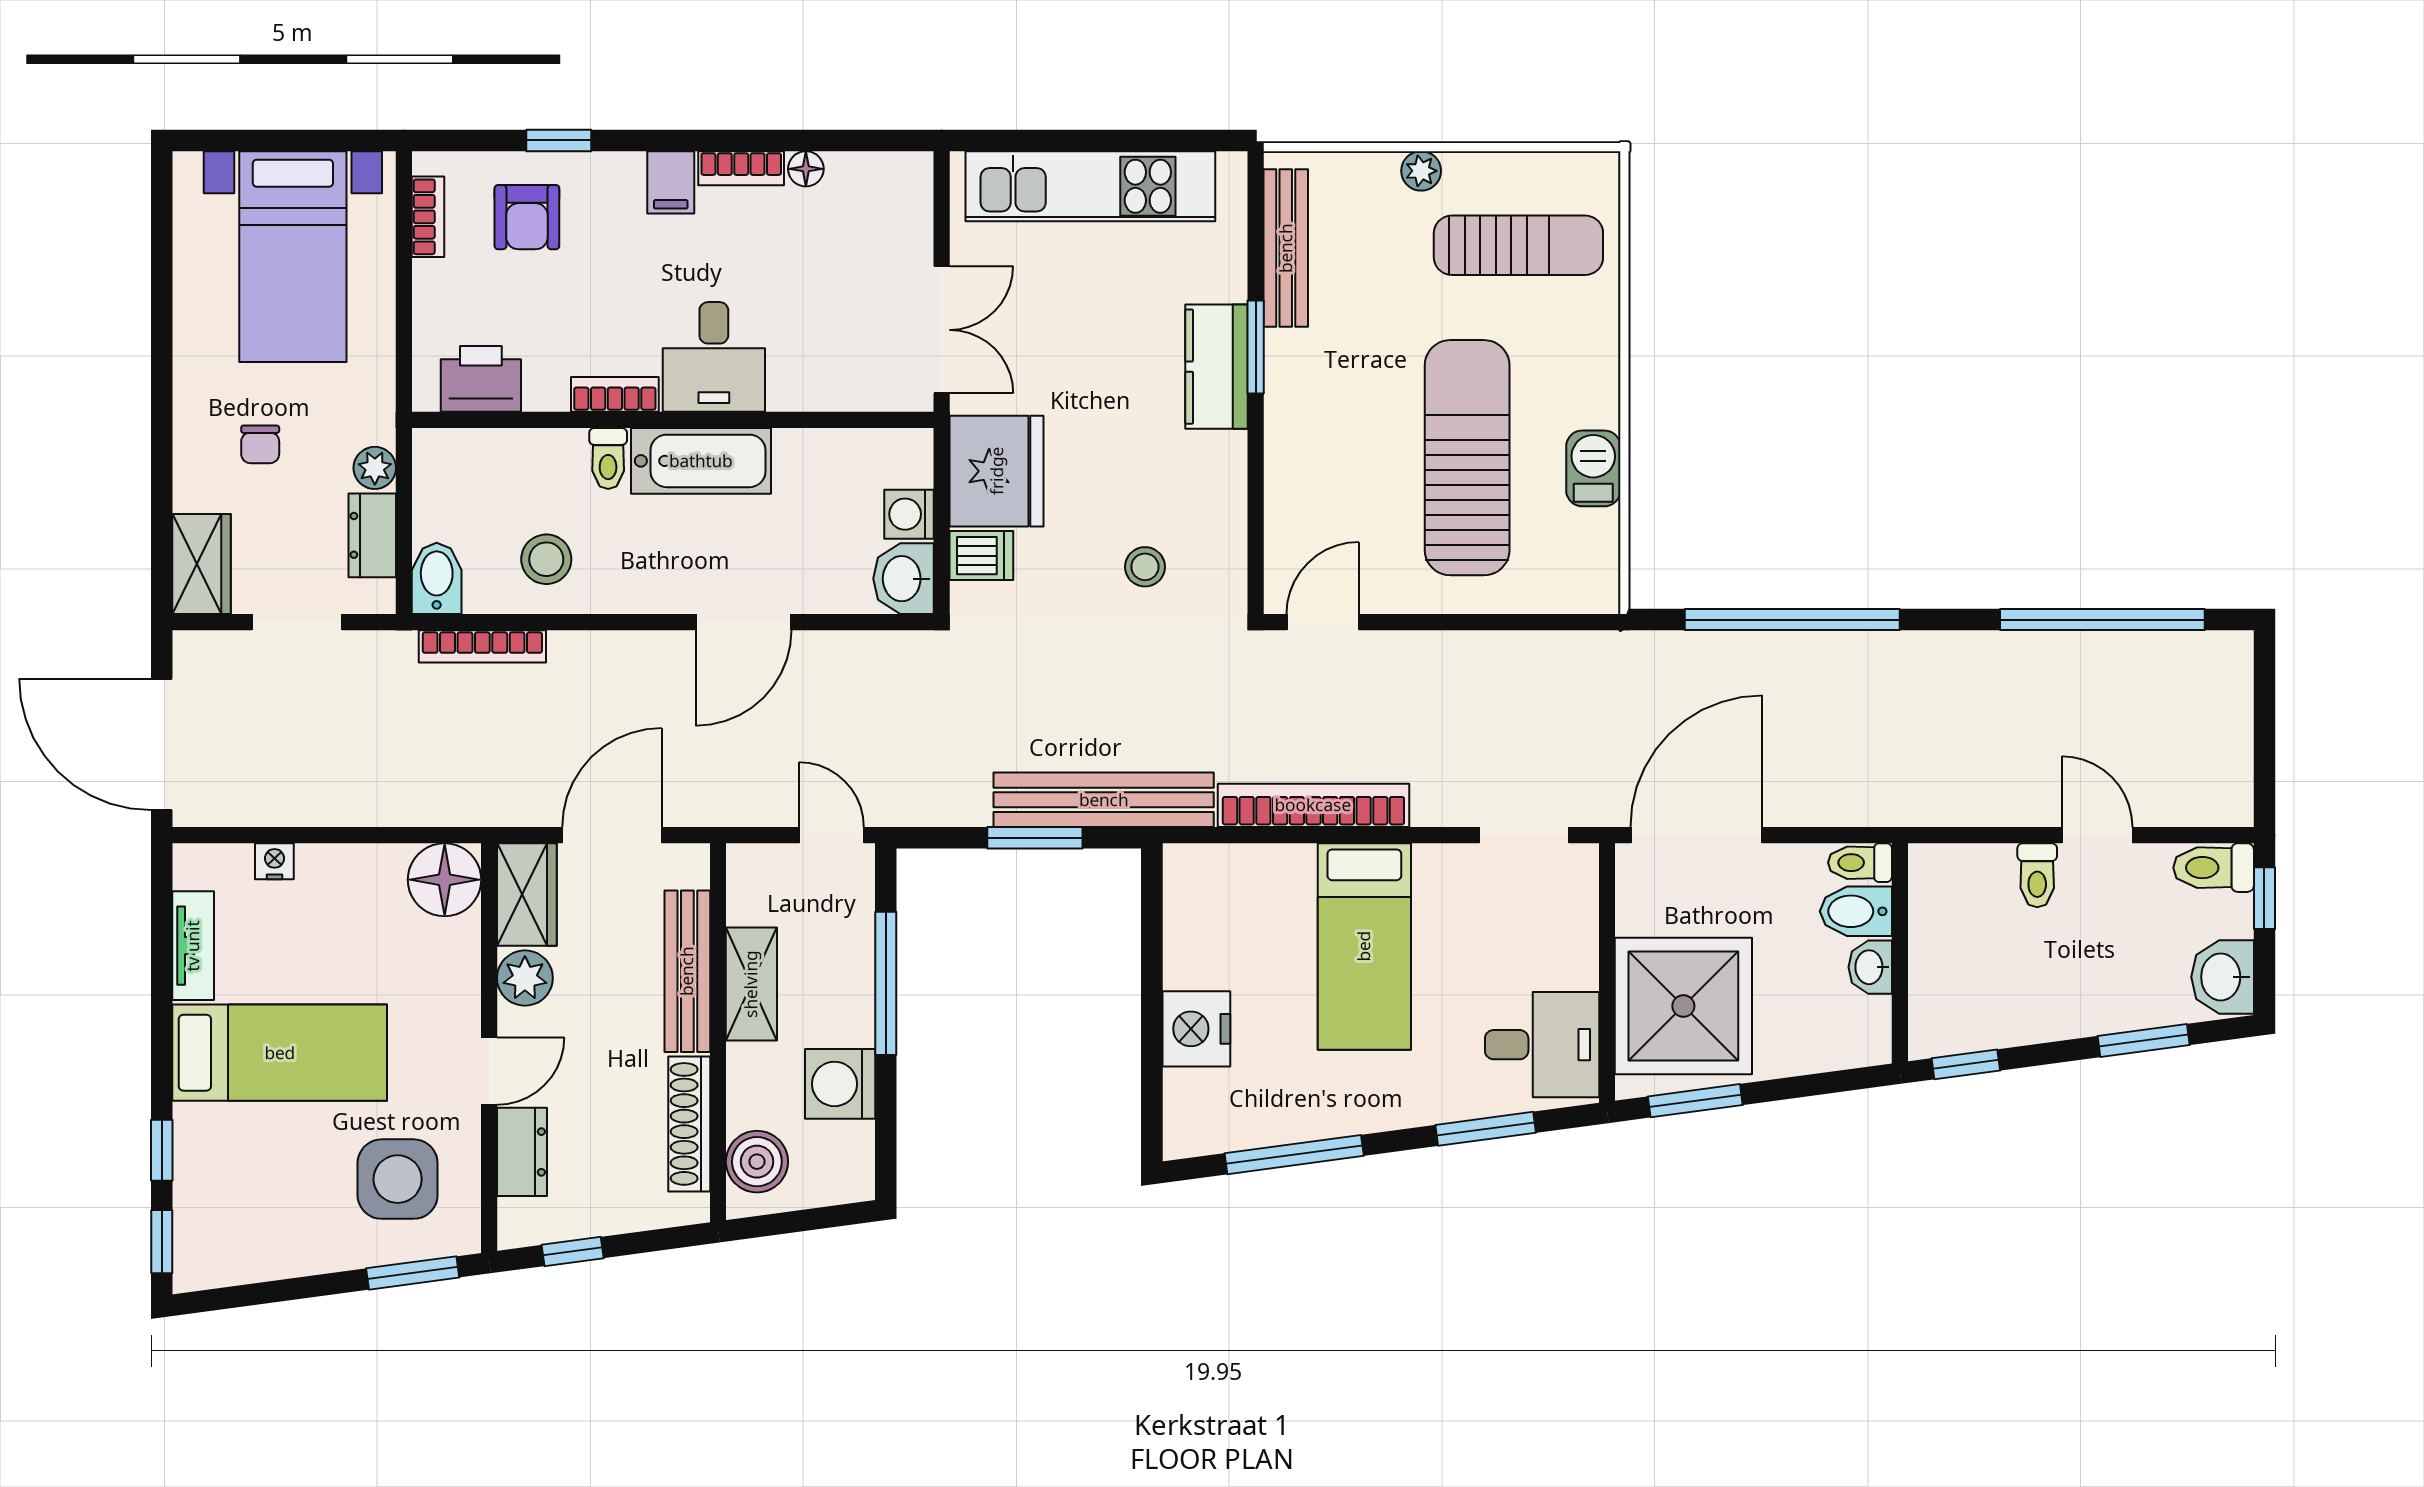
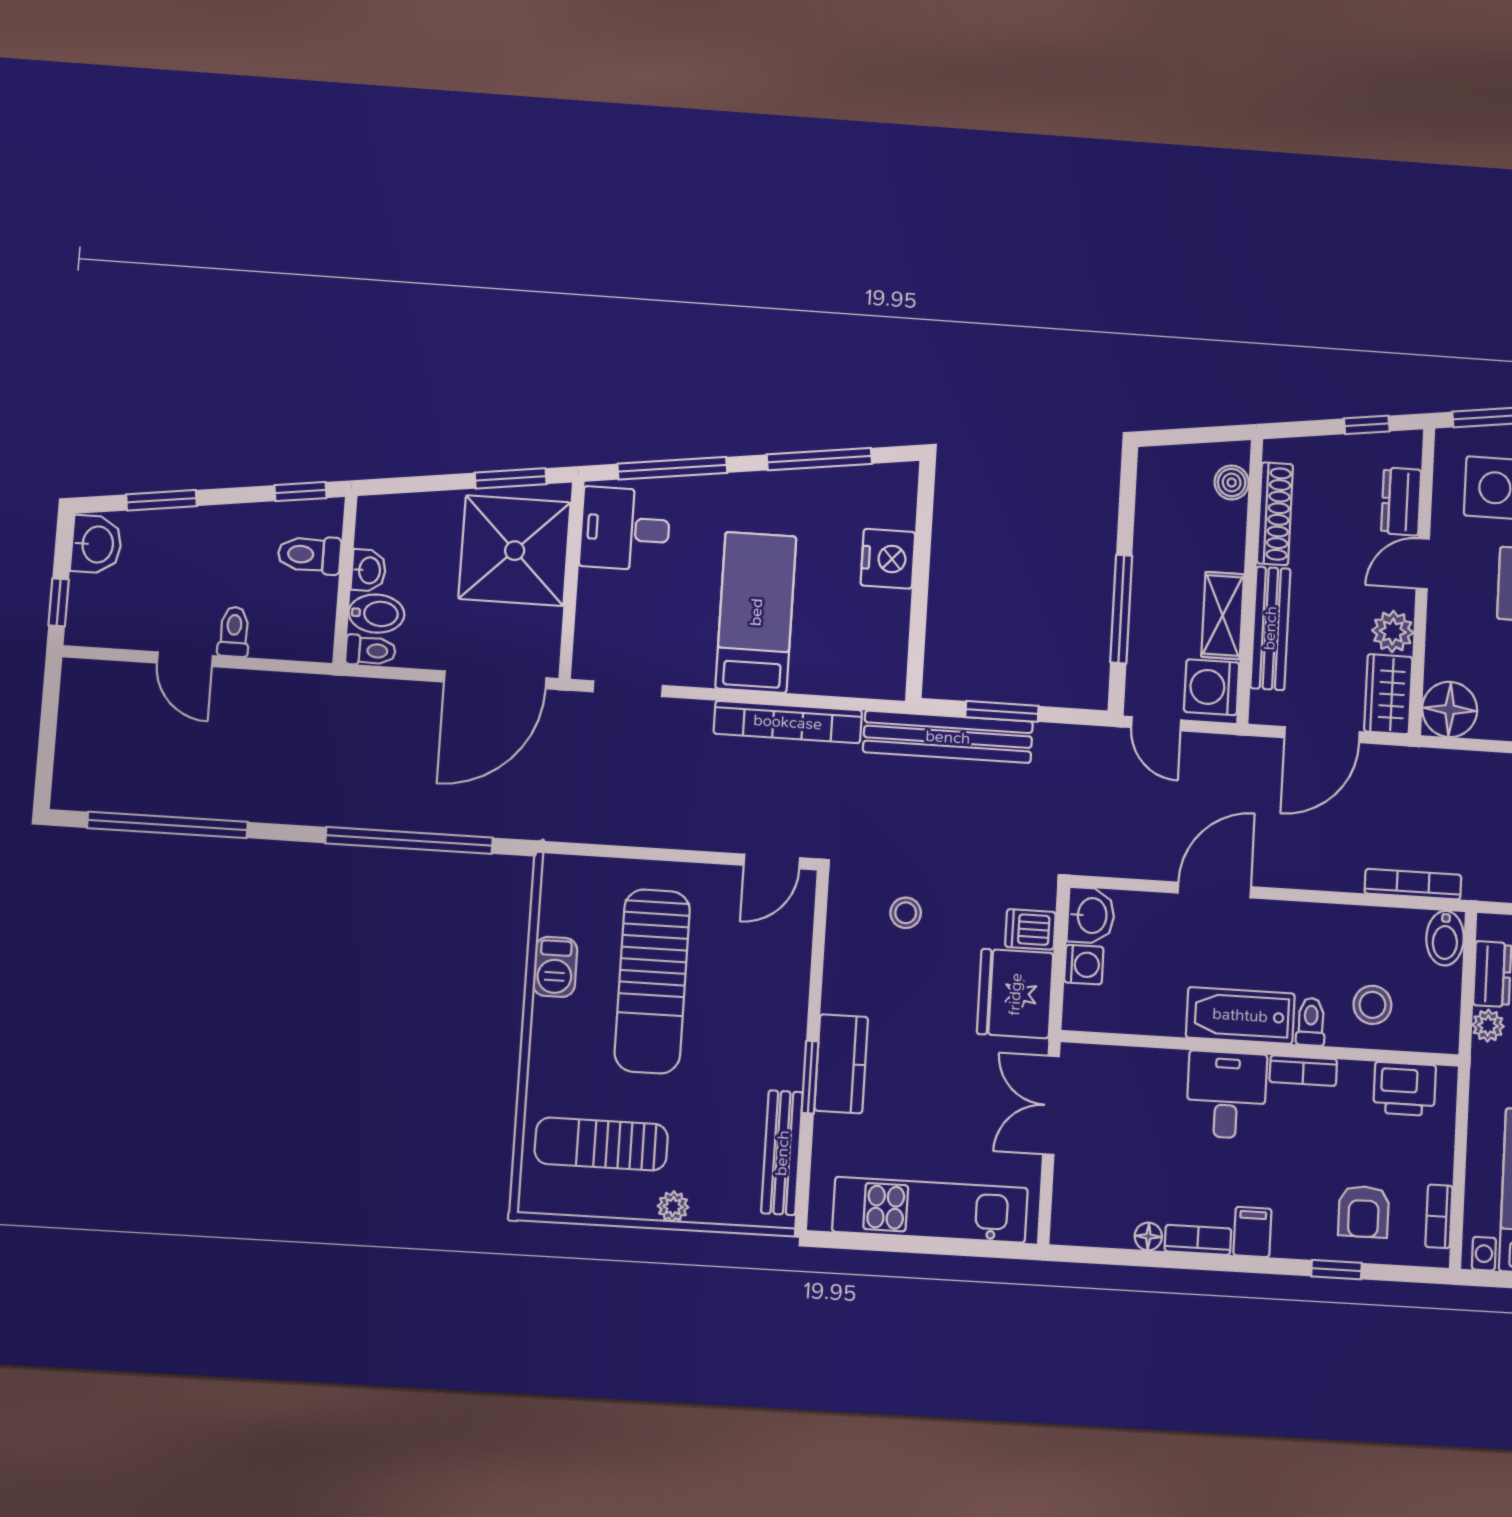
armchair: (527, 217) -> (1364, 1212), turned 180
stool: (546, 559) -> (1372, 1005), moved
toilet: (2214, 868) -> (309, 555), moved, turned 180
washing machine: (840, 1084) -> (1212, 687), moved, turned 180
window: (1486, 1129) -> (672, 468), width x1.44
boiler: (757, 1162) -> (1232, 482), width x0.73, depth x0.73

